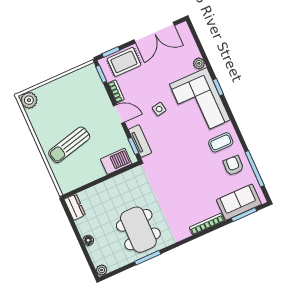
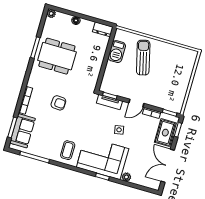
plant: (29, 100) -> (191, 56), removed
barbecue: (116, 161) -> (117, 52), moved
armchair: (233, 166) -> (58, 103), moved

